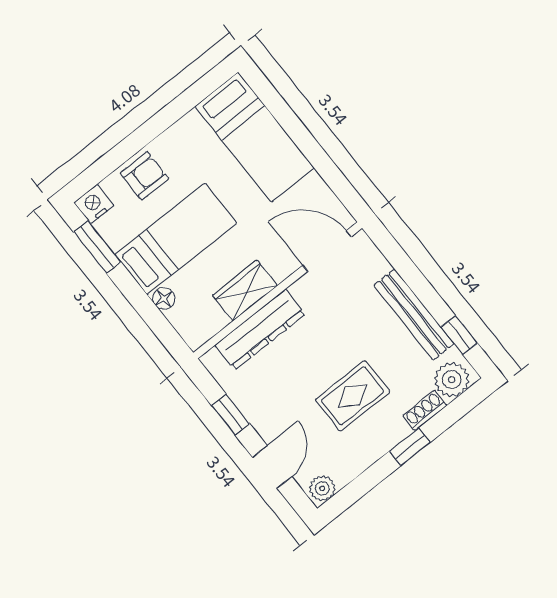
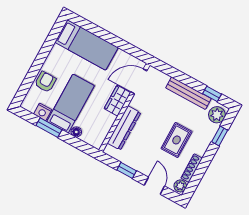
nightstand: (94, 204) -> (43, 112), moved, turned -90
window: (97, 247) -> (49, 128), moved
wardrobe: (245, 290) -> (117, 101), moved
shoe rack: (425, 411) -> (192, 168), moved, width x1.43
window: (410, 447) -> (220, 136), moved

